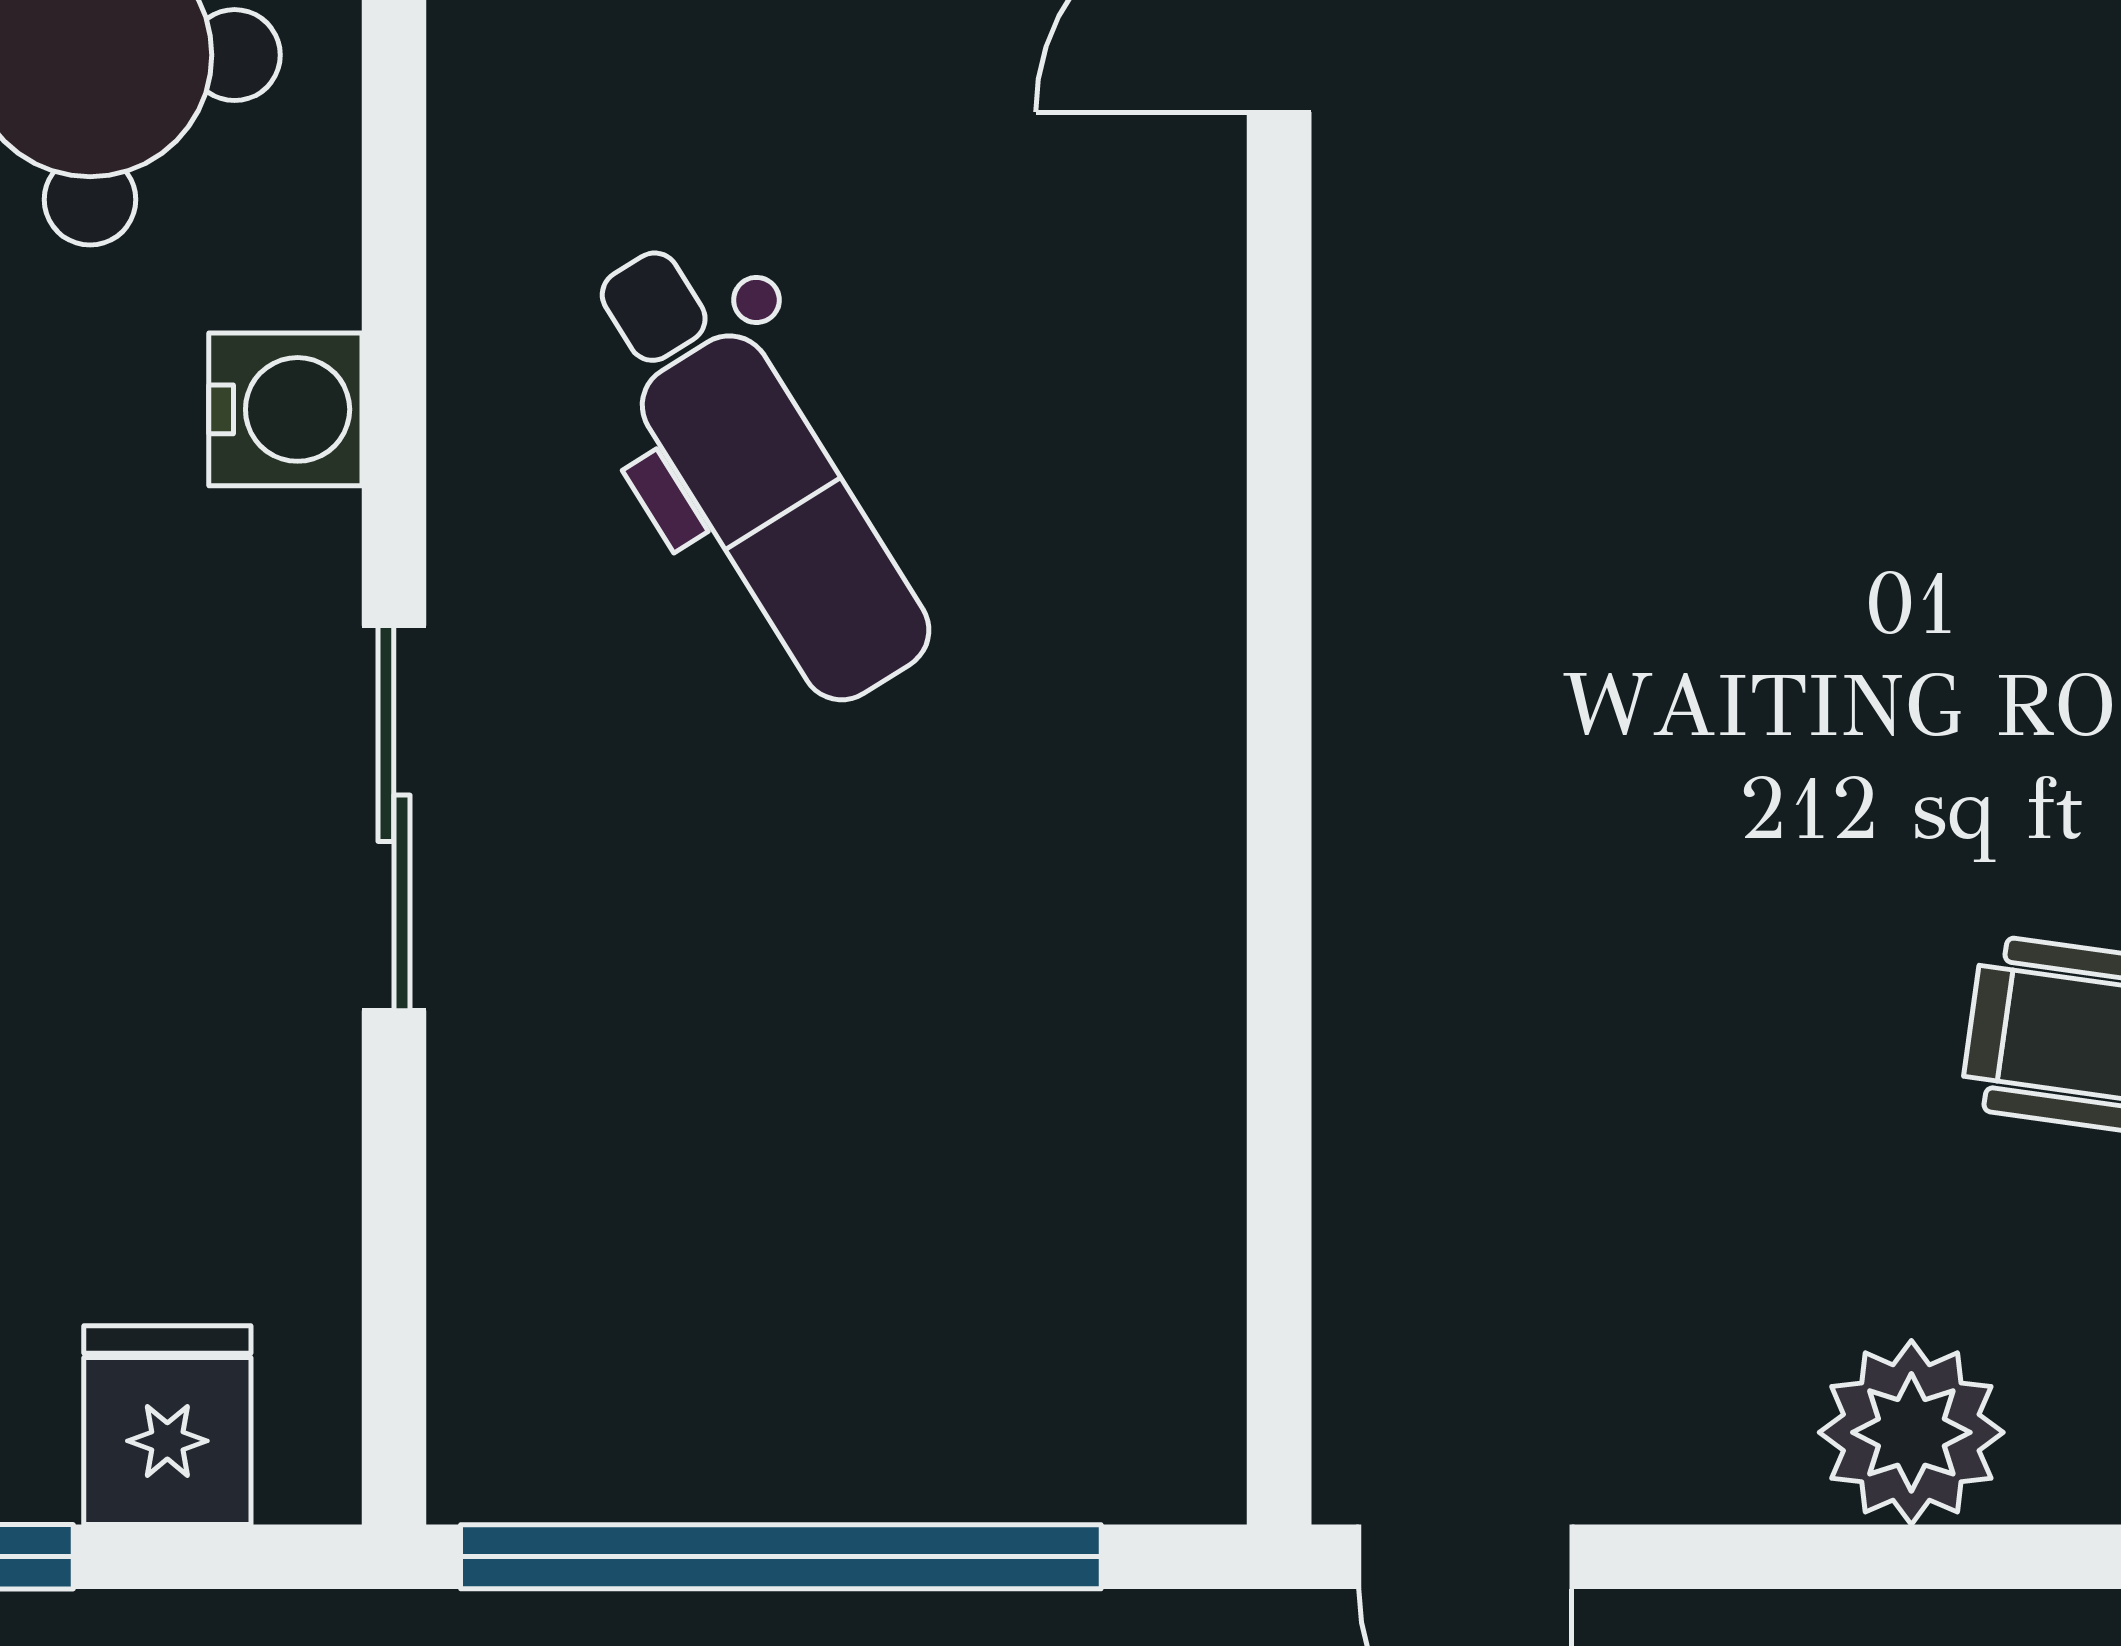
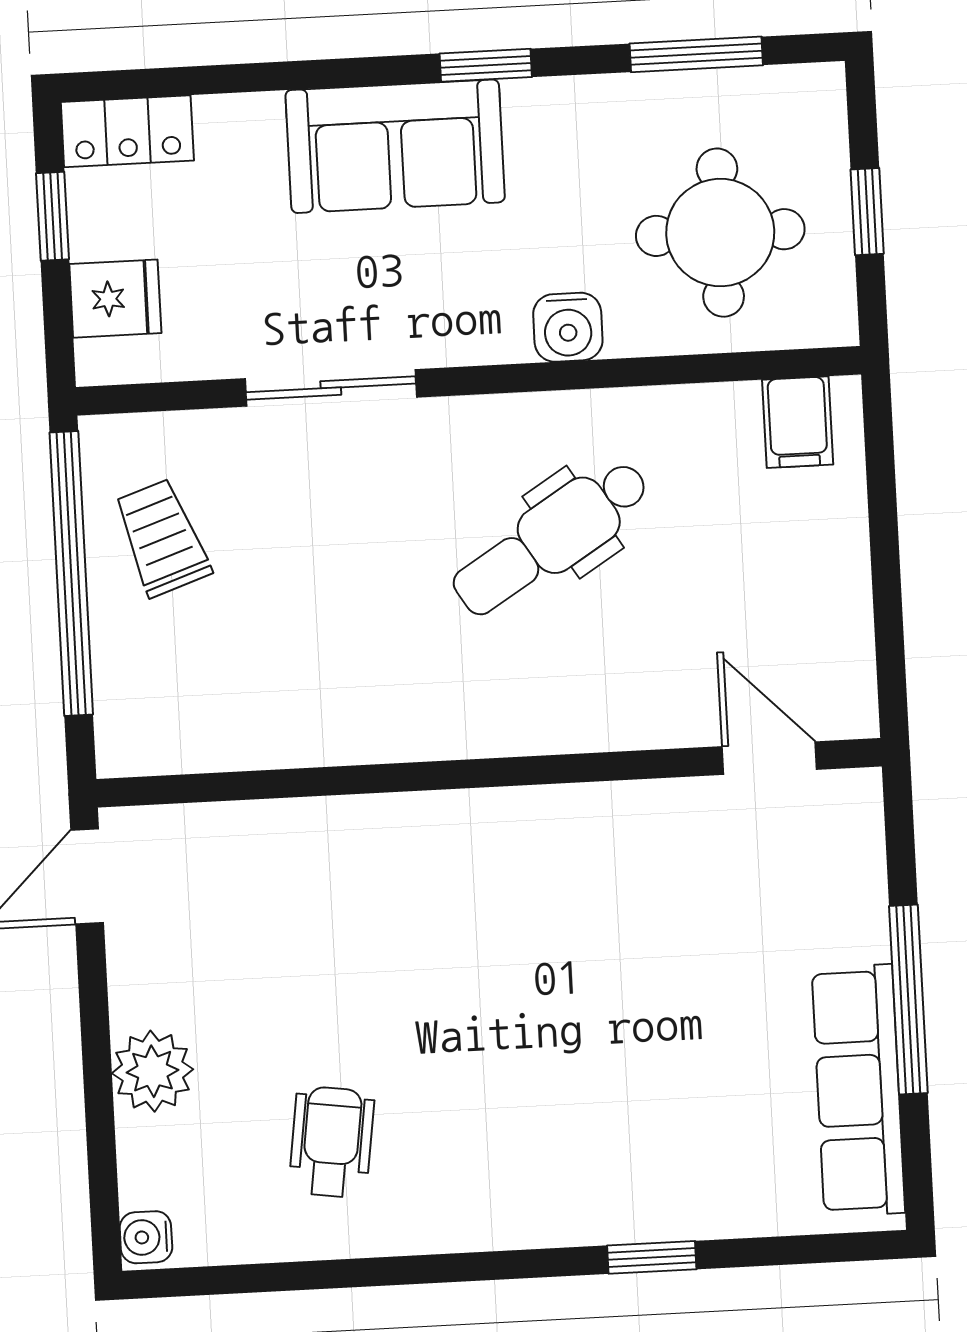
sliding door: (394, 818) -> (331, 388), moved
trolley: (711, 1348) -> (162, 538), added

